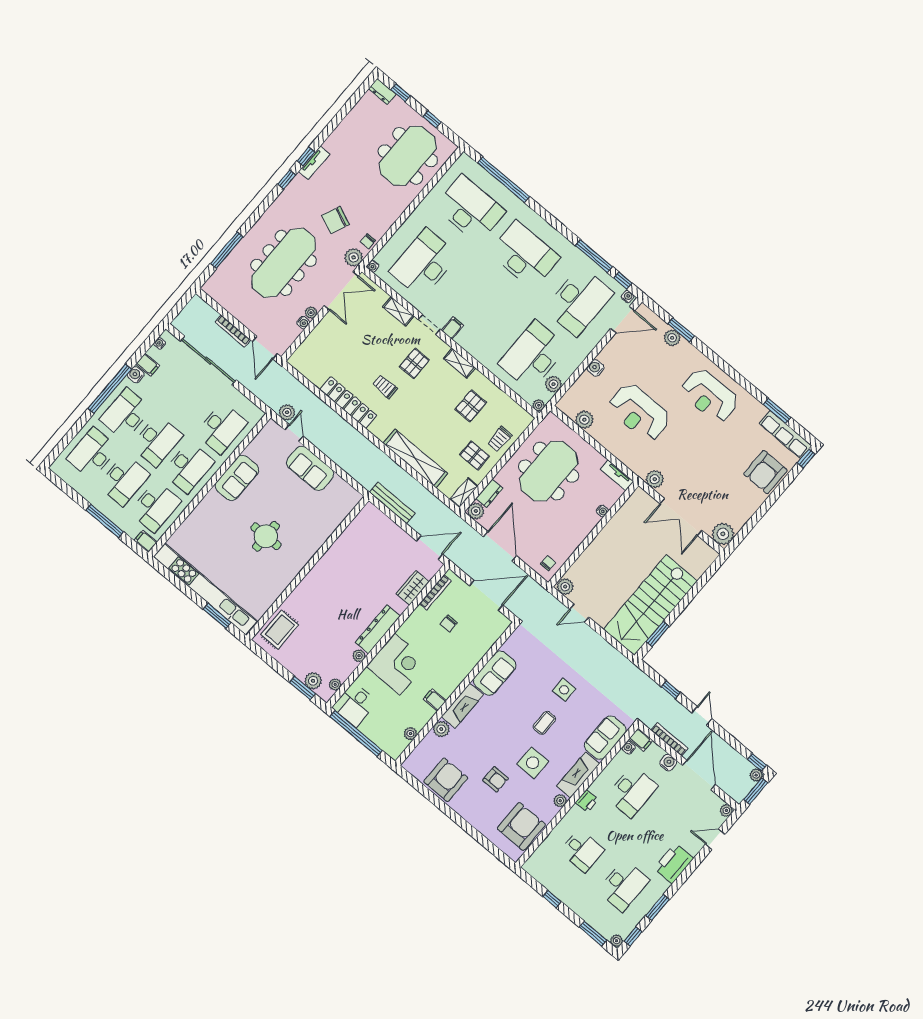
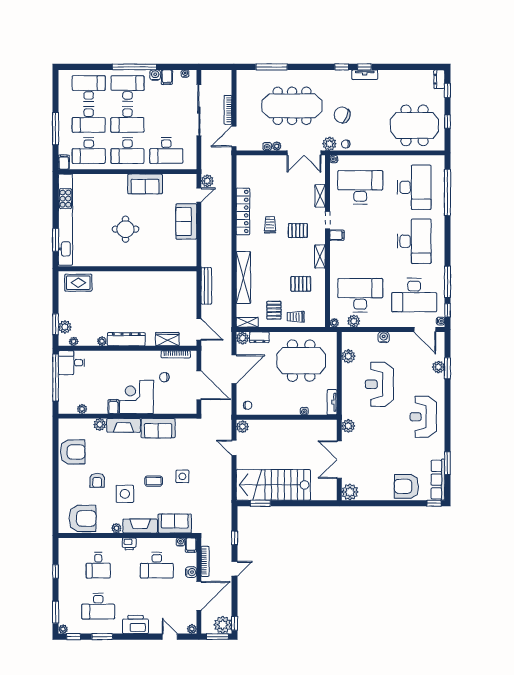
corner desk: (397, 664) -> (136, 397), moved, turned 180
plant: (756, 775) -> (223, 625), width x1.87, depth x1.87

